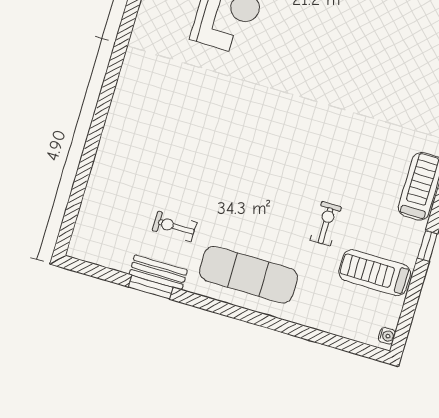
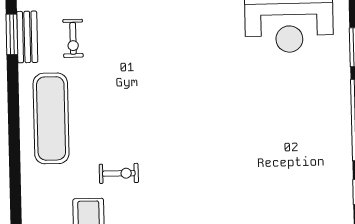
exercise bike: (174, 226) -> (73, 38), turned 180

